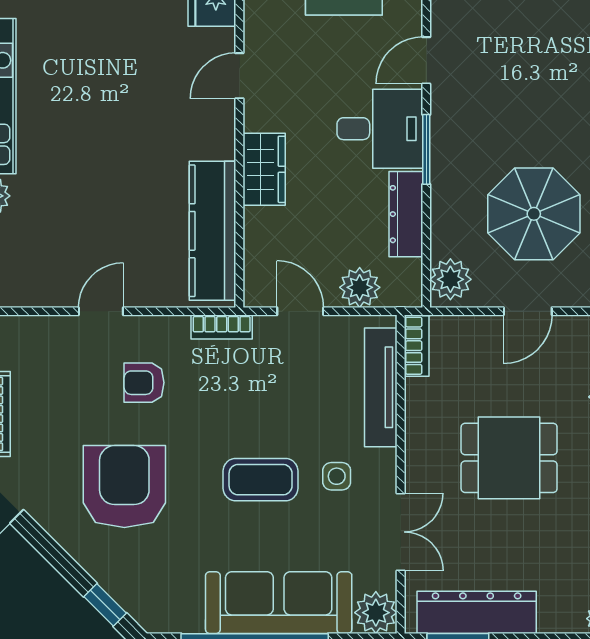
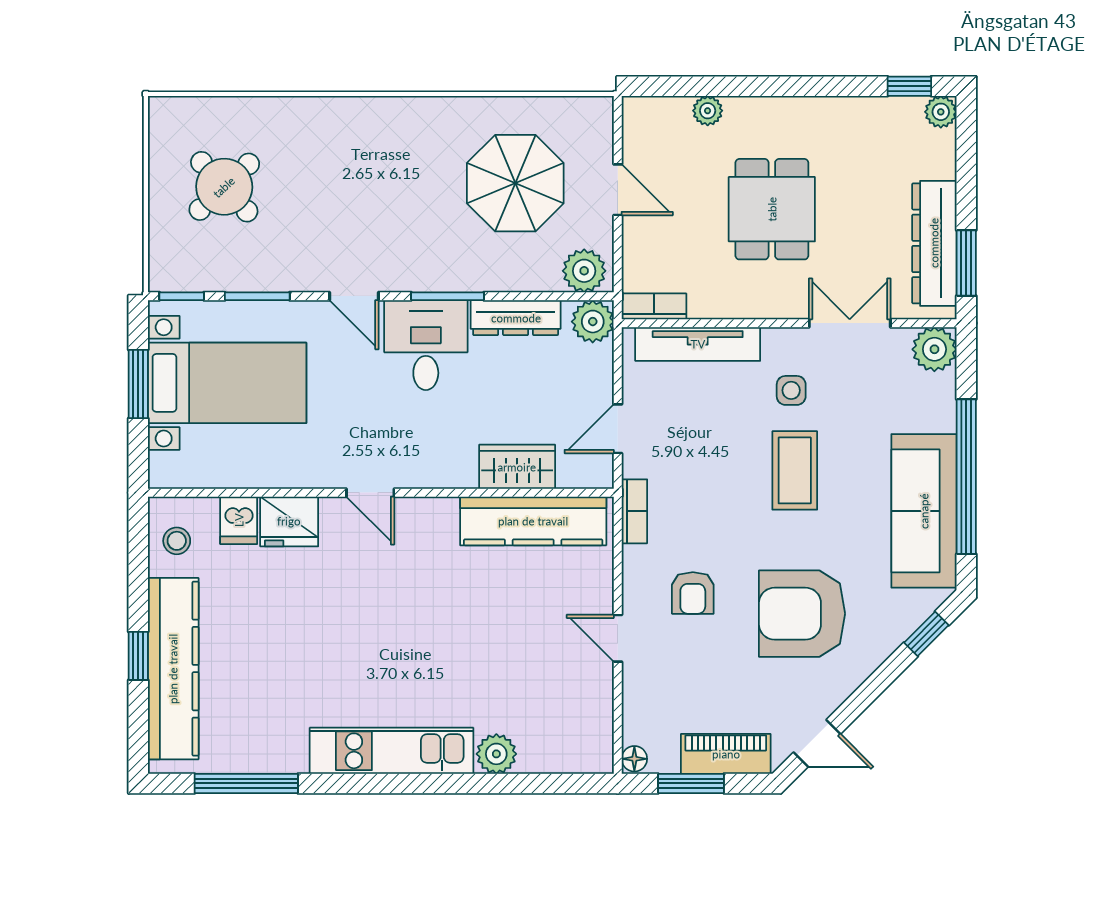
wardrobe: (264, 169) -> (517, 467), moved
plant: (360, 287) -> (593, 322), moved
sofa: (279, 603) -> (924, 511), moved

